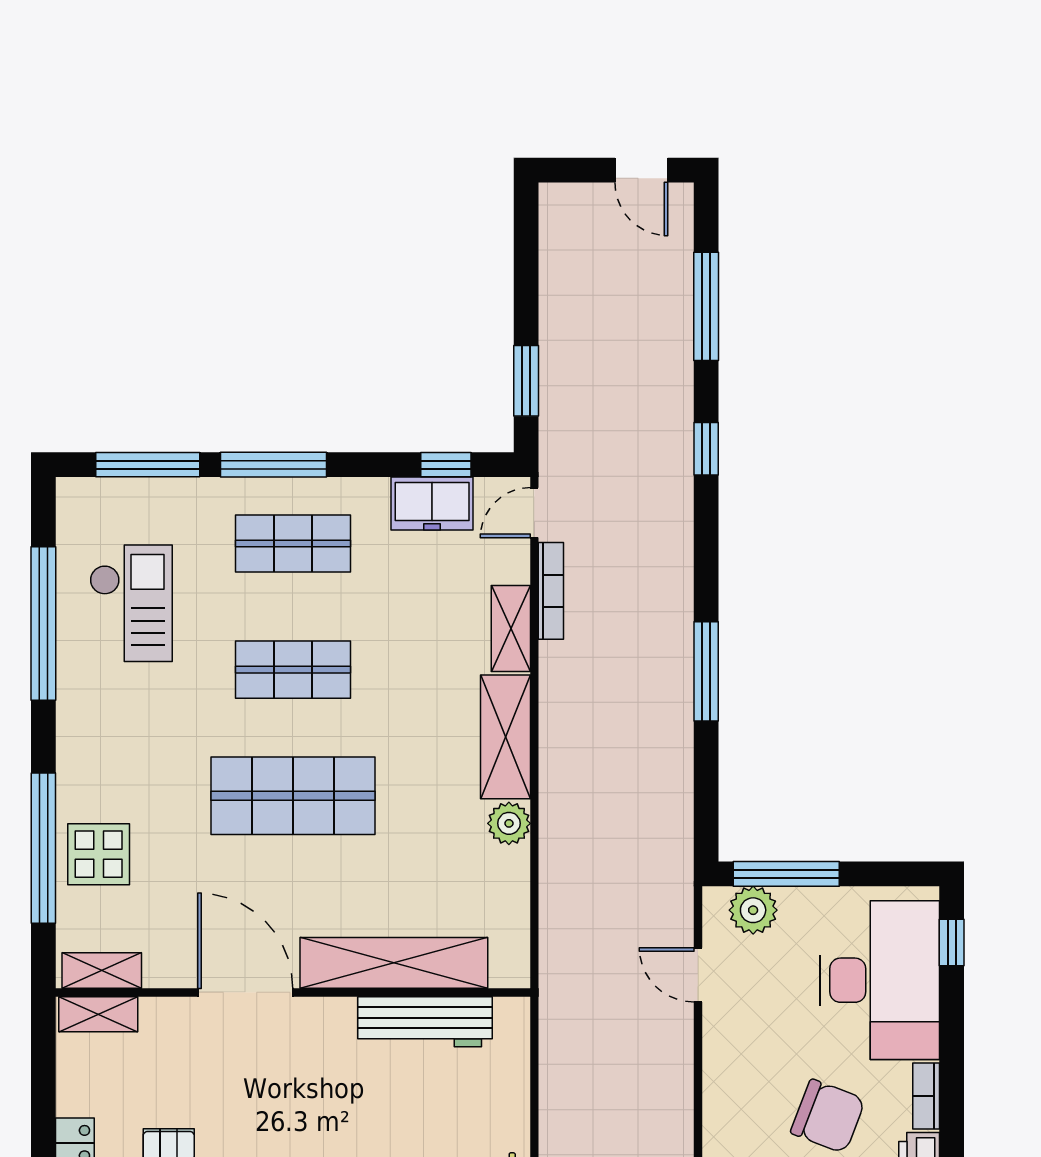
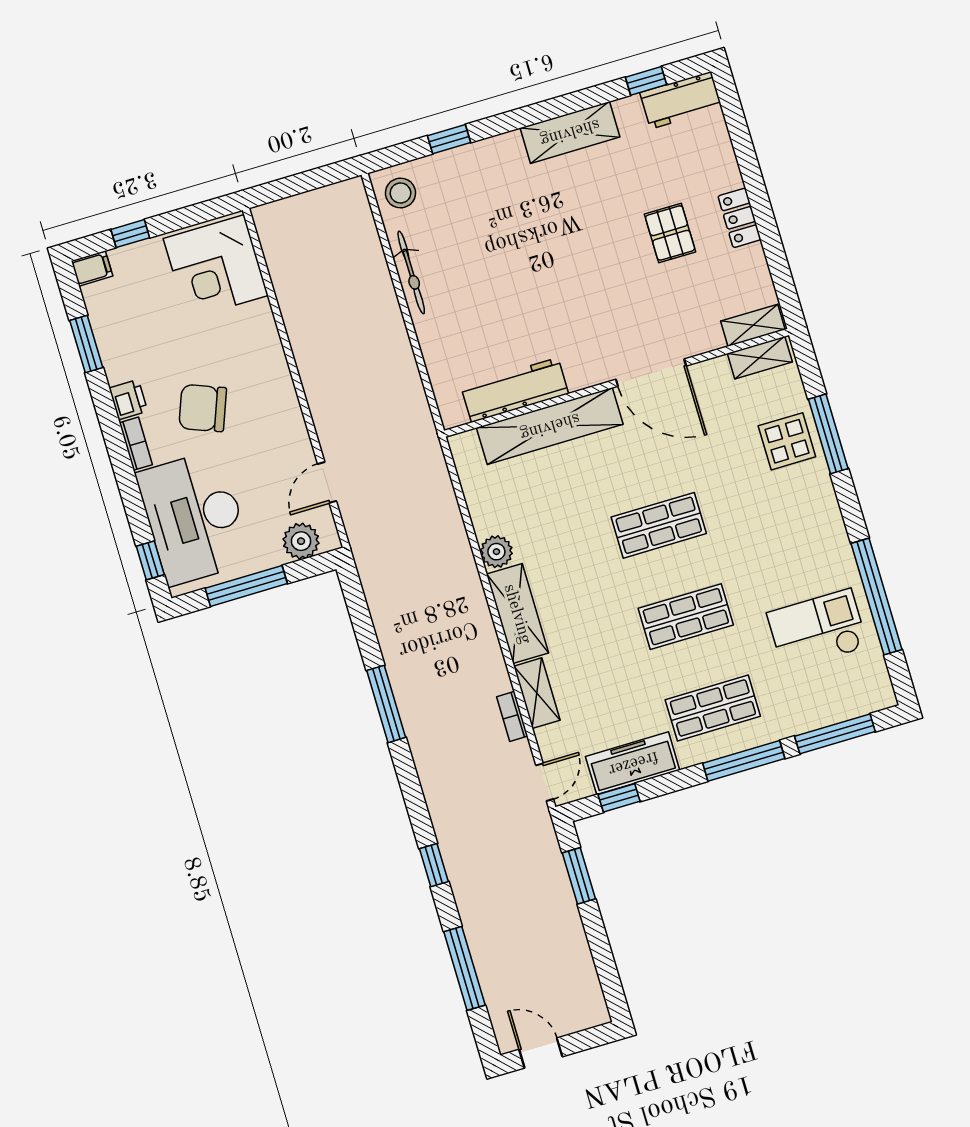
freezer: (432, 504) -> (633, 763), width x1.40
bookcase: (551, 591) -> (512, 716), width x0.64
checkout: (131, 603) -> (817, 630), turned 90
shop shelf: (293, 796) -> (659, 525), width x0.70, depth x0.74
window: (43, 848) -> (828, 434), width x0.68
window: (786, 874) -> (246, 586), moved
door: (698, 975) -> (327, 482), swing flipped

